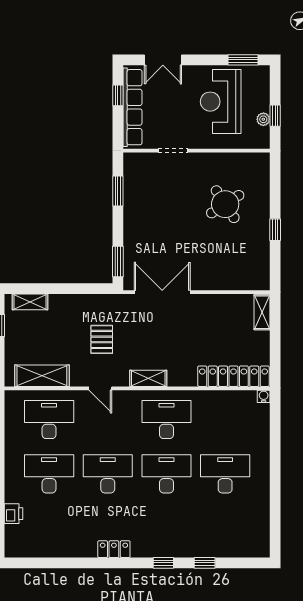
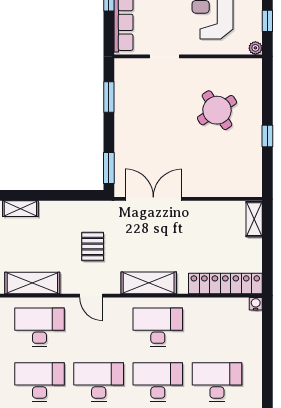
plant: (263, 119) -> (255, 48), moved
shelving: (148, 378) -> (149, 283), width x1.50, depth x1.33

